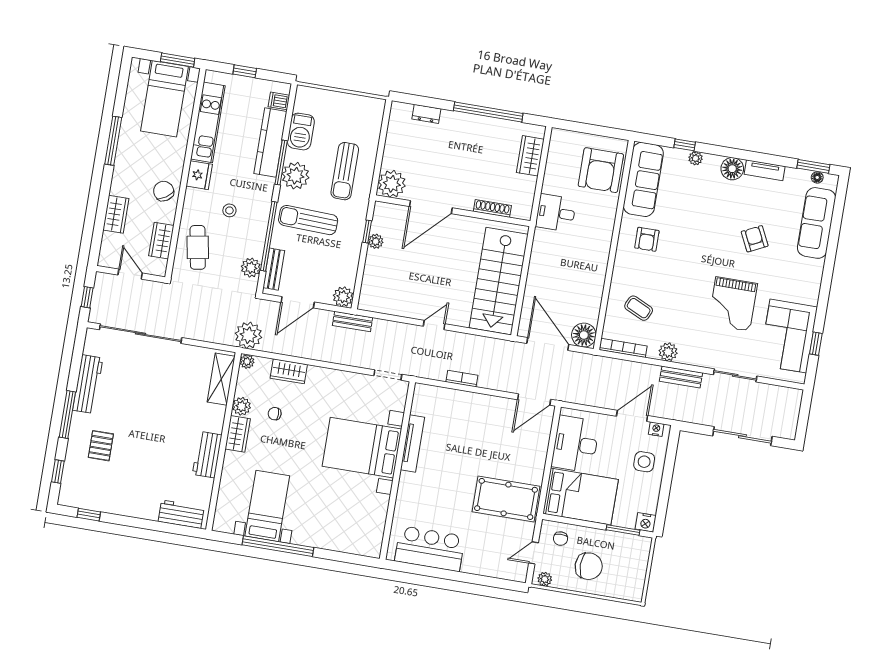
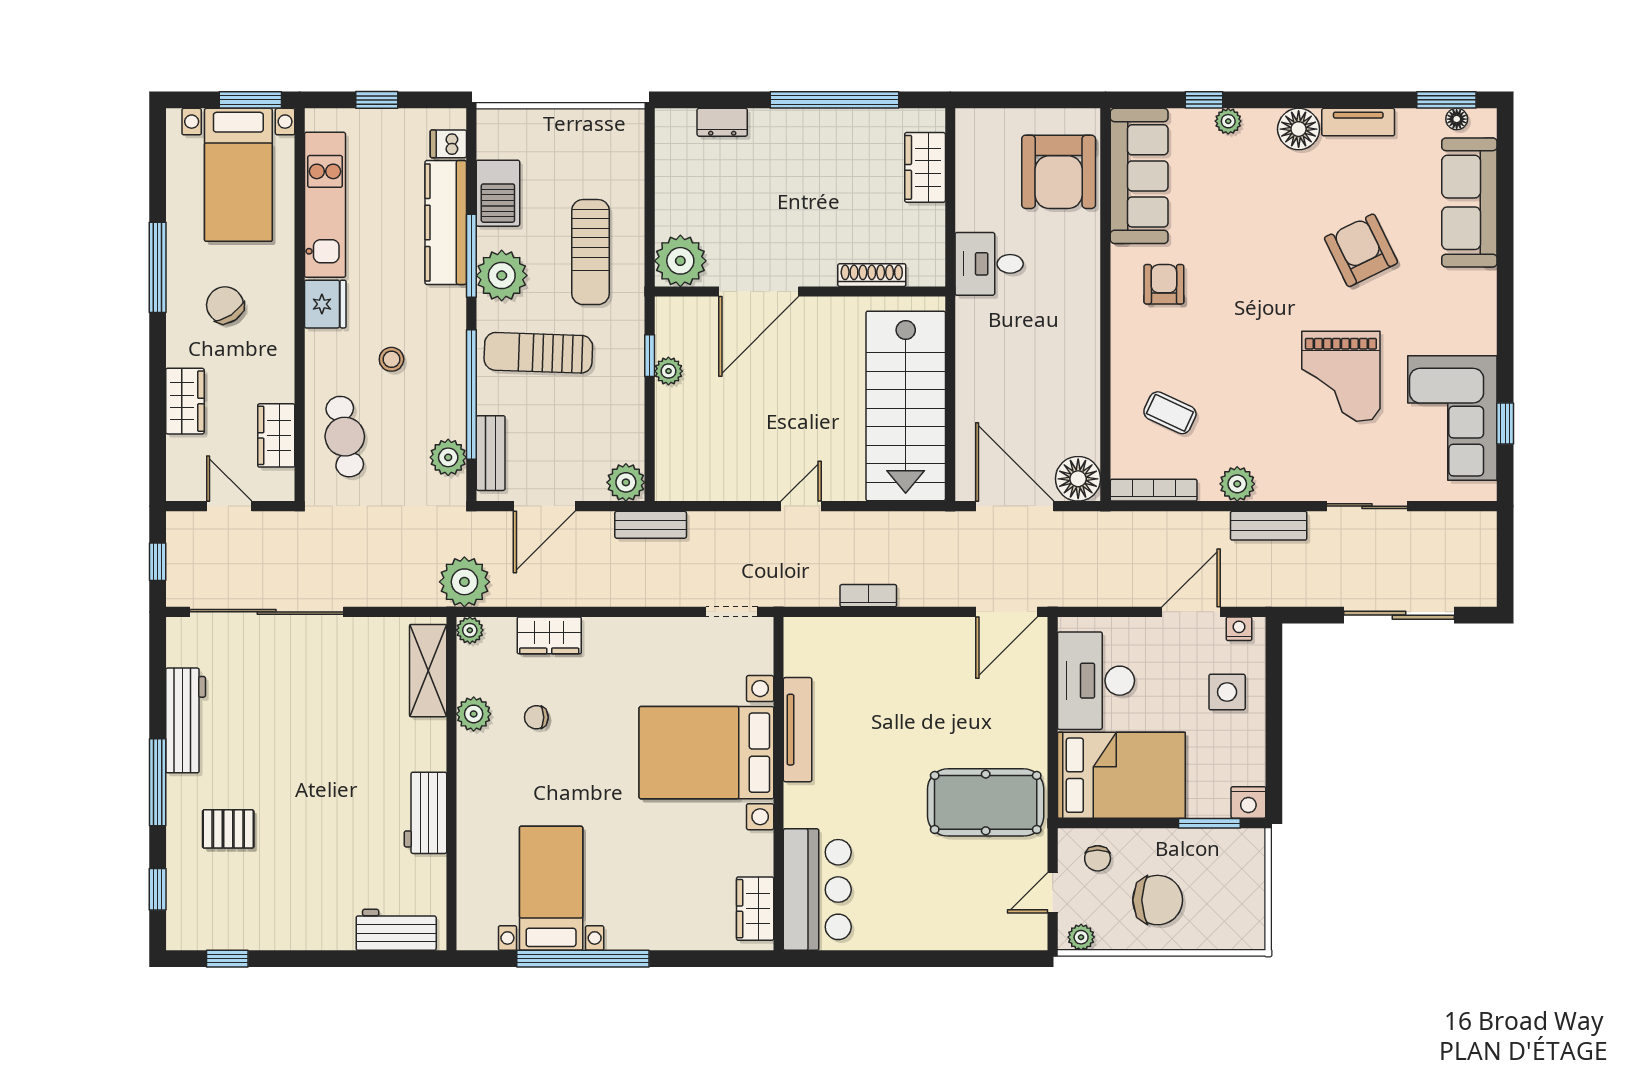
chair: (164, 191) -> (225, 305), moved
armchair: (647, 239) -> (1164, 284), turned 180
armchair: (755, 239) -> (1361, 250), width x1.38, depth x1.38
wardrobe: (238, 434) -> (755, 909), moved, turned 180
pallet: (101, 446) -> (228, 829), turned 90
bar counter: (430, 549) -> (817, 890), moved, turned 90

